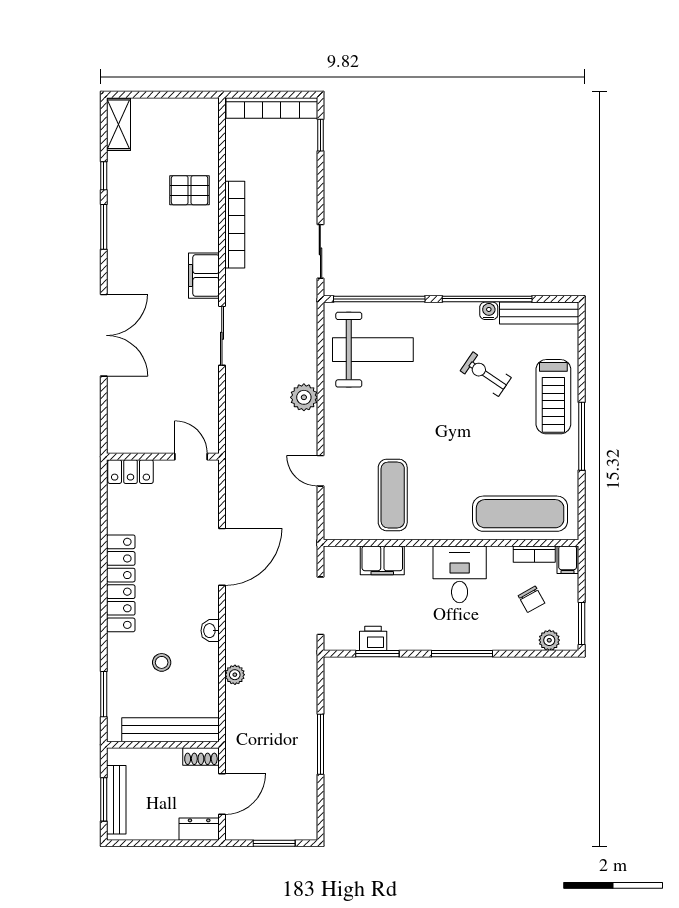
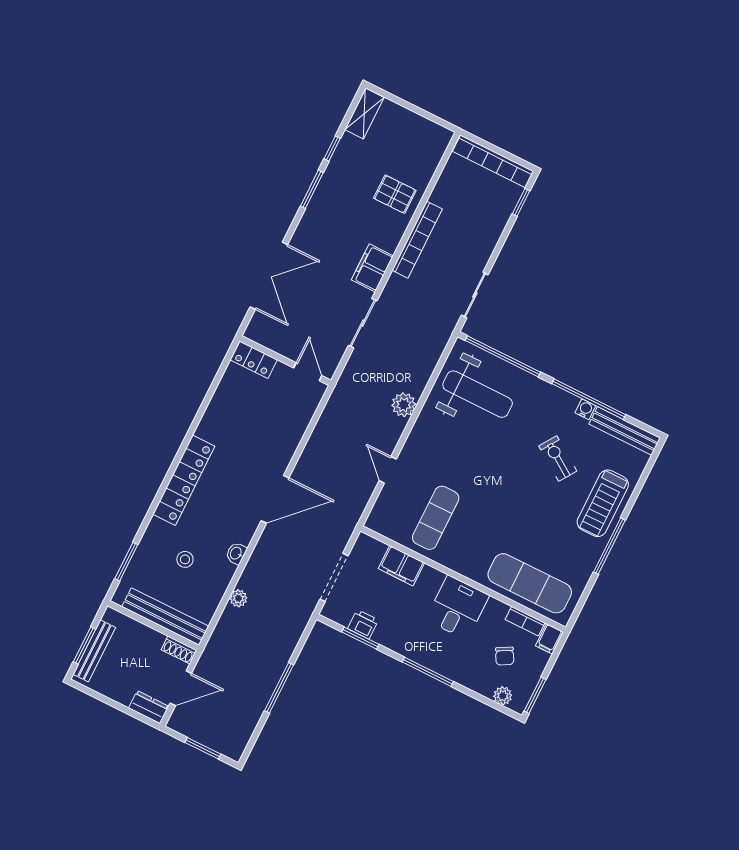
wall: (163, 457) -> (285, 361), moved
door: (191, 457) -> (308, 372), moved
locker: (131, 472) -> (254, 360), moved

